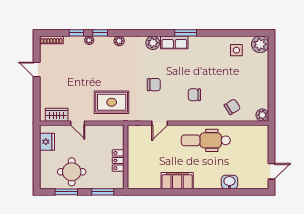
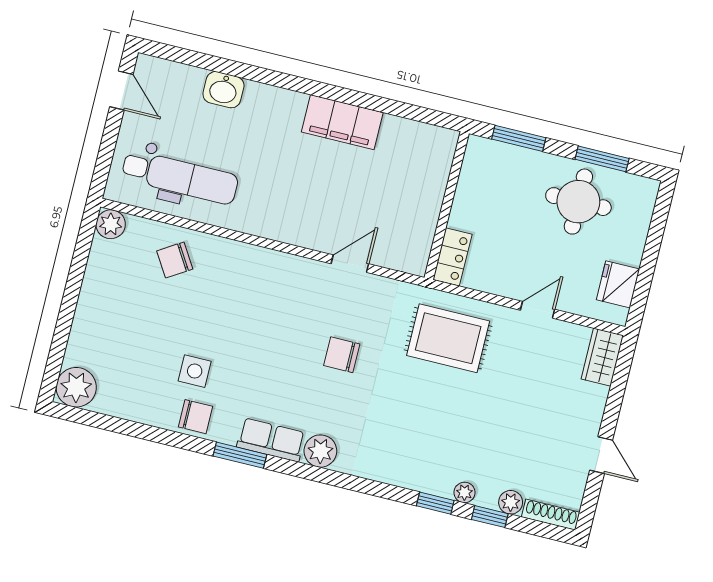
plant: (119, 41) -> (511, 502), moved
side table: (236, 50) -> (195, 371), moved
chair: (194, 95) -> (196, 417), moved
wardrobe: (57, 115) -> (602, 357), moved, turned 90
door: (78, 123) -> (537, 310), hinge flipped
dental chair: (206, 140) -> (180, 177), moved
locker: (118, 161) -> (452, 257), moved
door: (272, 171) -> (121, 91), swing flipped

